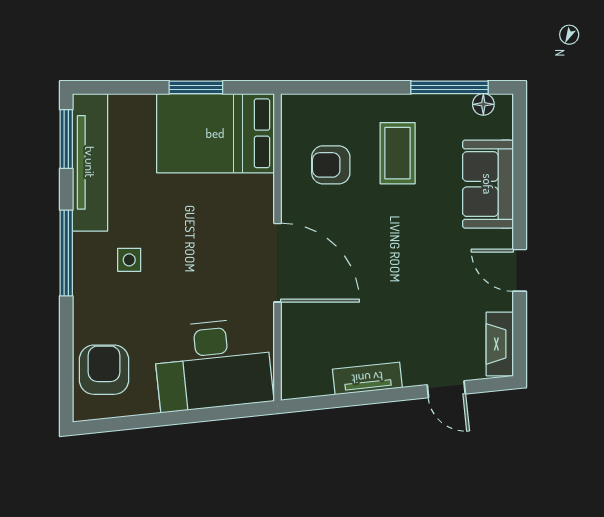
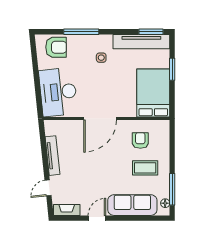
window: (196, 87) -> (172, 69), moved
sofa: (488, 184) -> (132, 205), width x1.36
window: (66, 253) -> (81, 32), moved
tv unit: (367, 378) -> (53, 156), width x1.41

